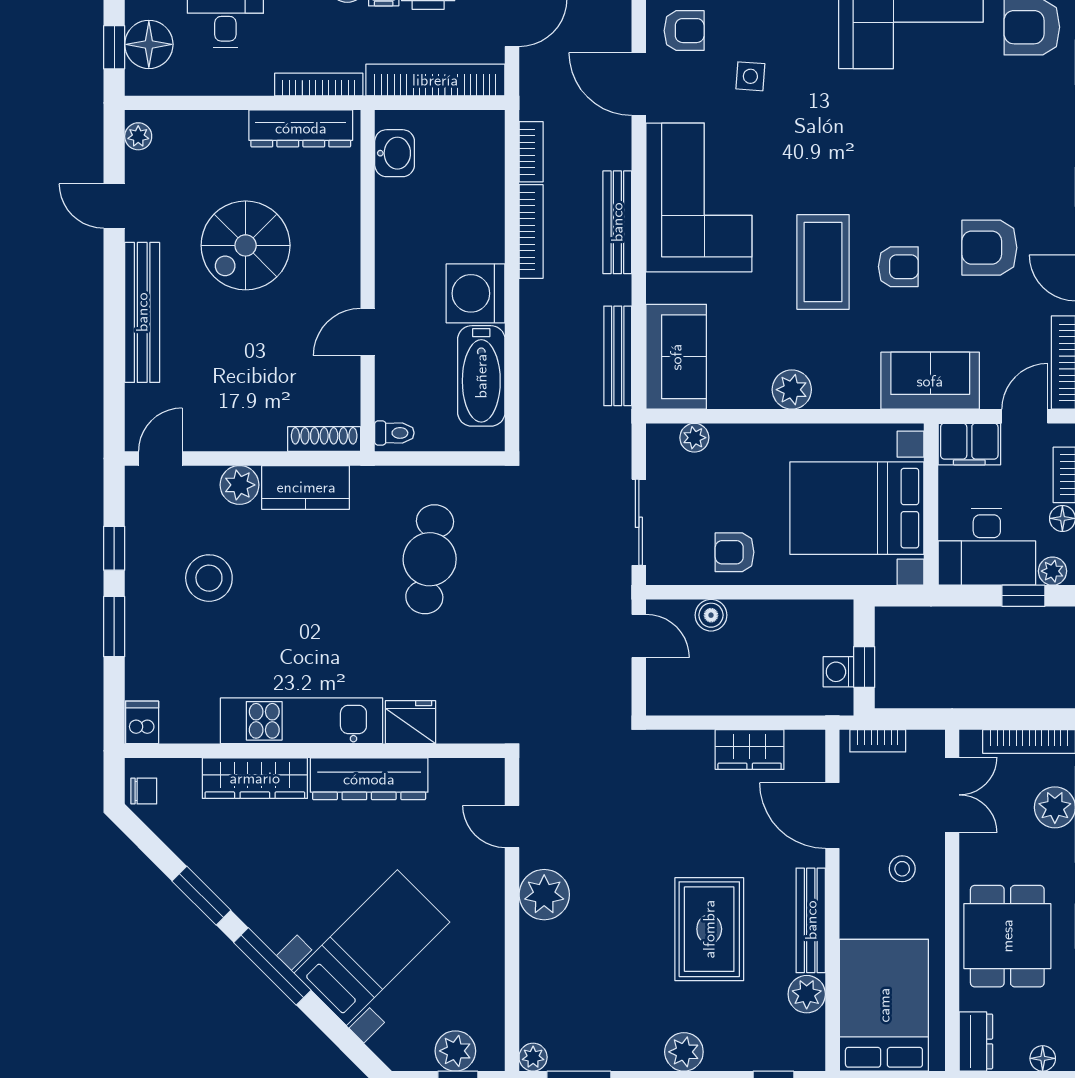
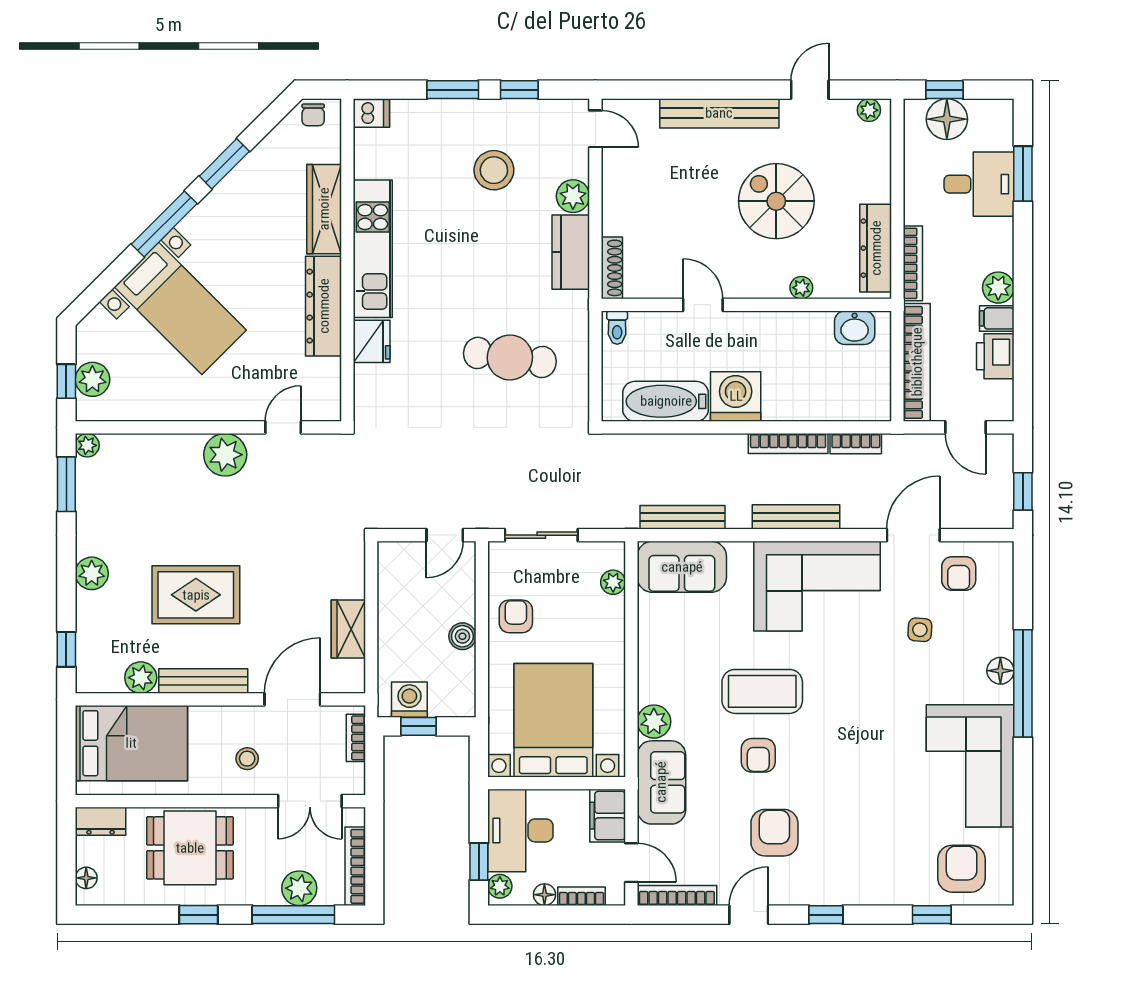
plant: (347, 216) -> (801, 288), added
plant: (792, 390) -> (654, 722), moved
boiler: (711, 615) -> (462, 636), moved
washing machine: (838, 672) -> (409, 700), width x1.38, depth x1.38

